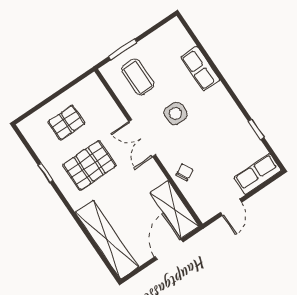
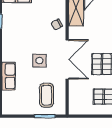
double door: (142, 138) -> (67, 59), width x1.37

